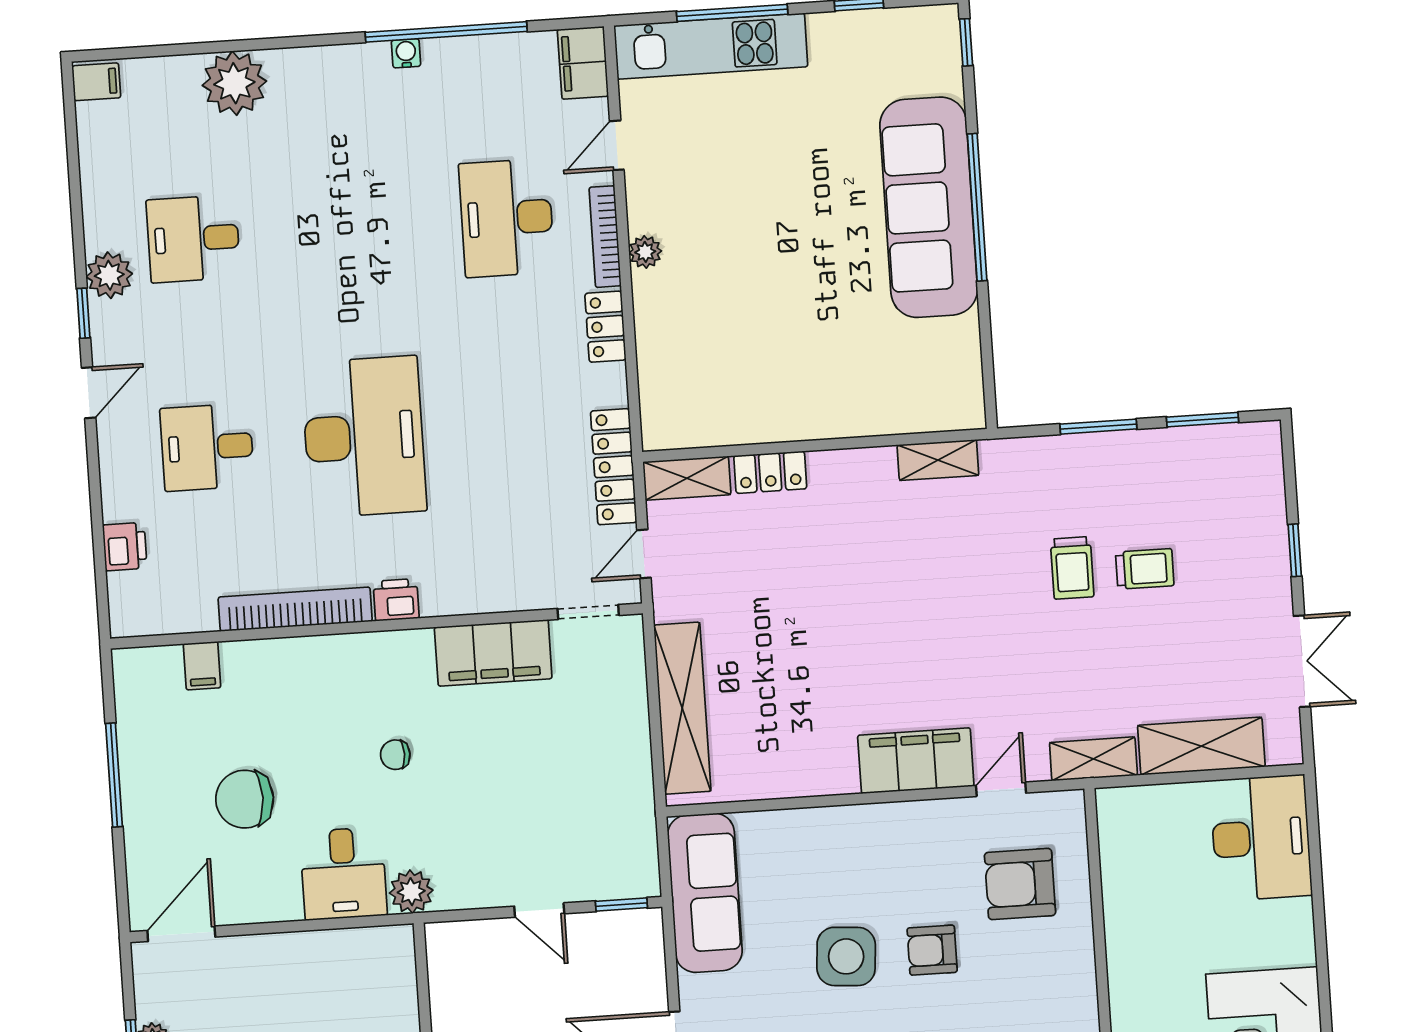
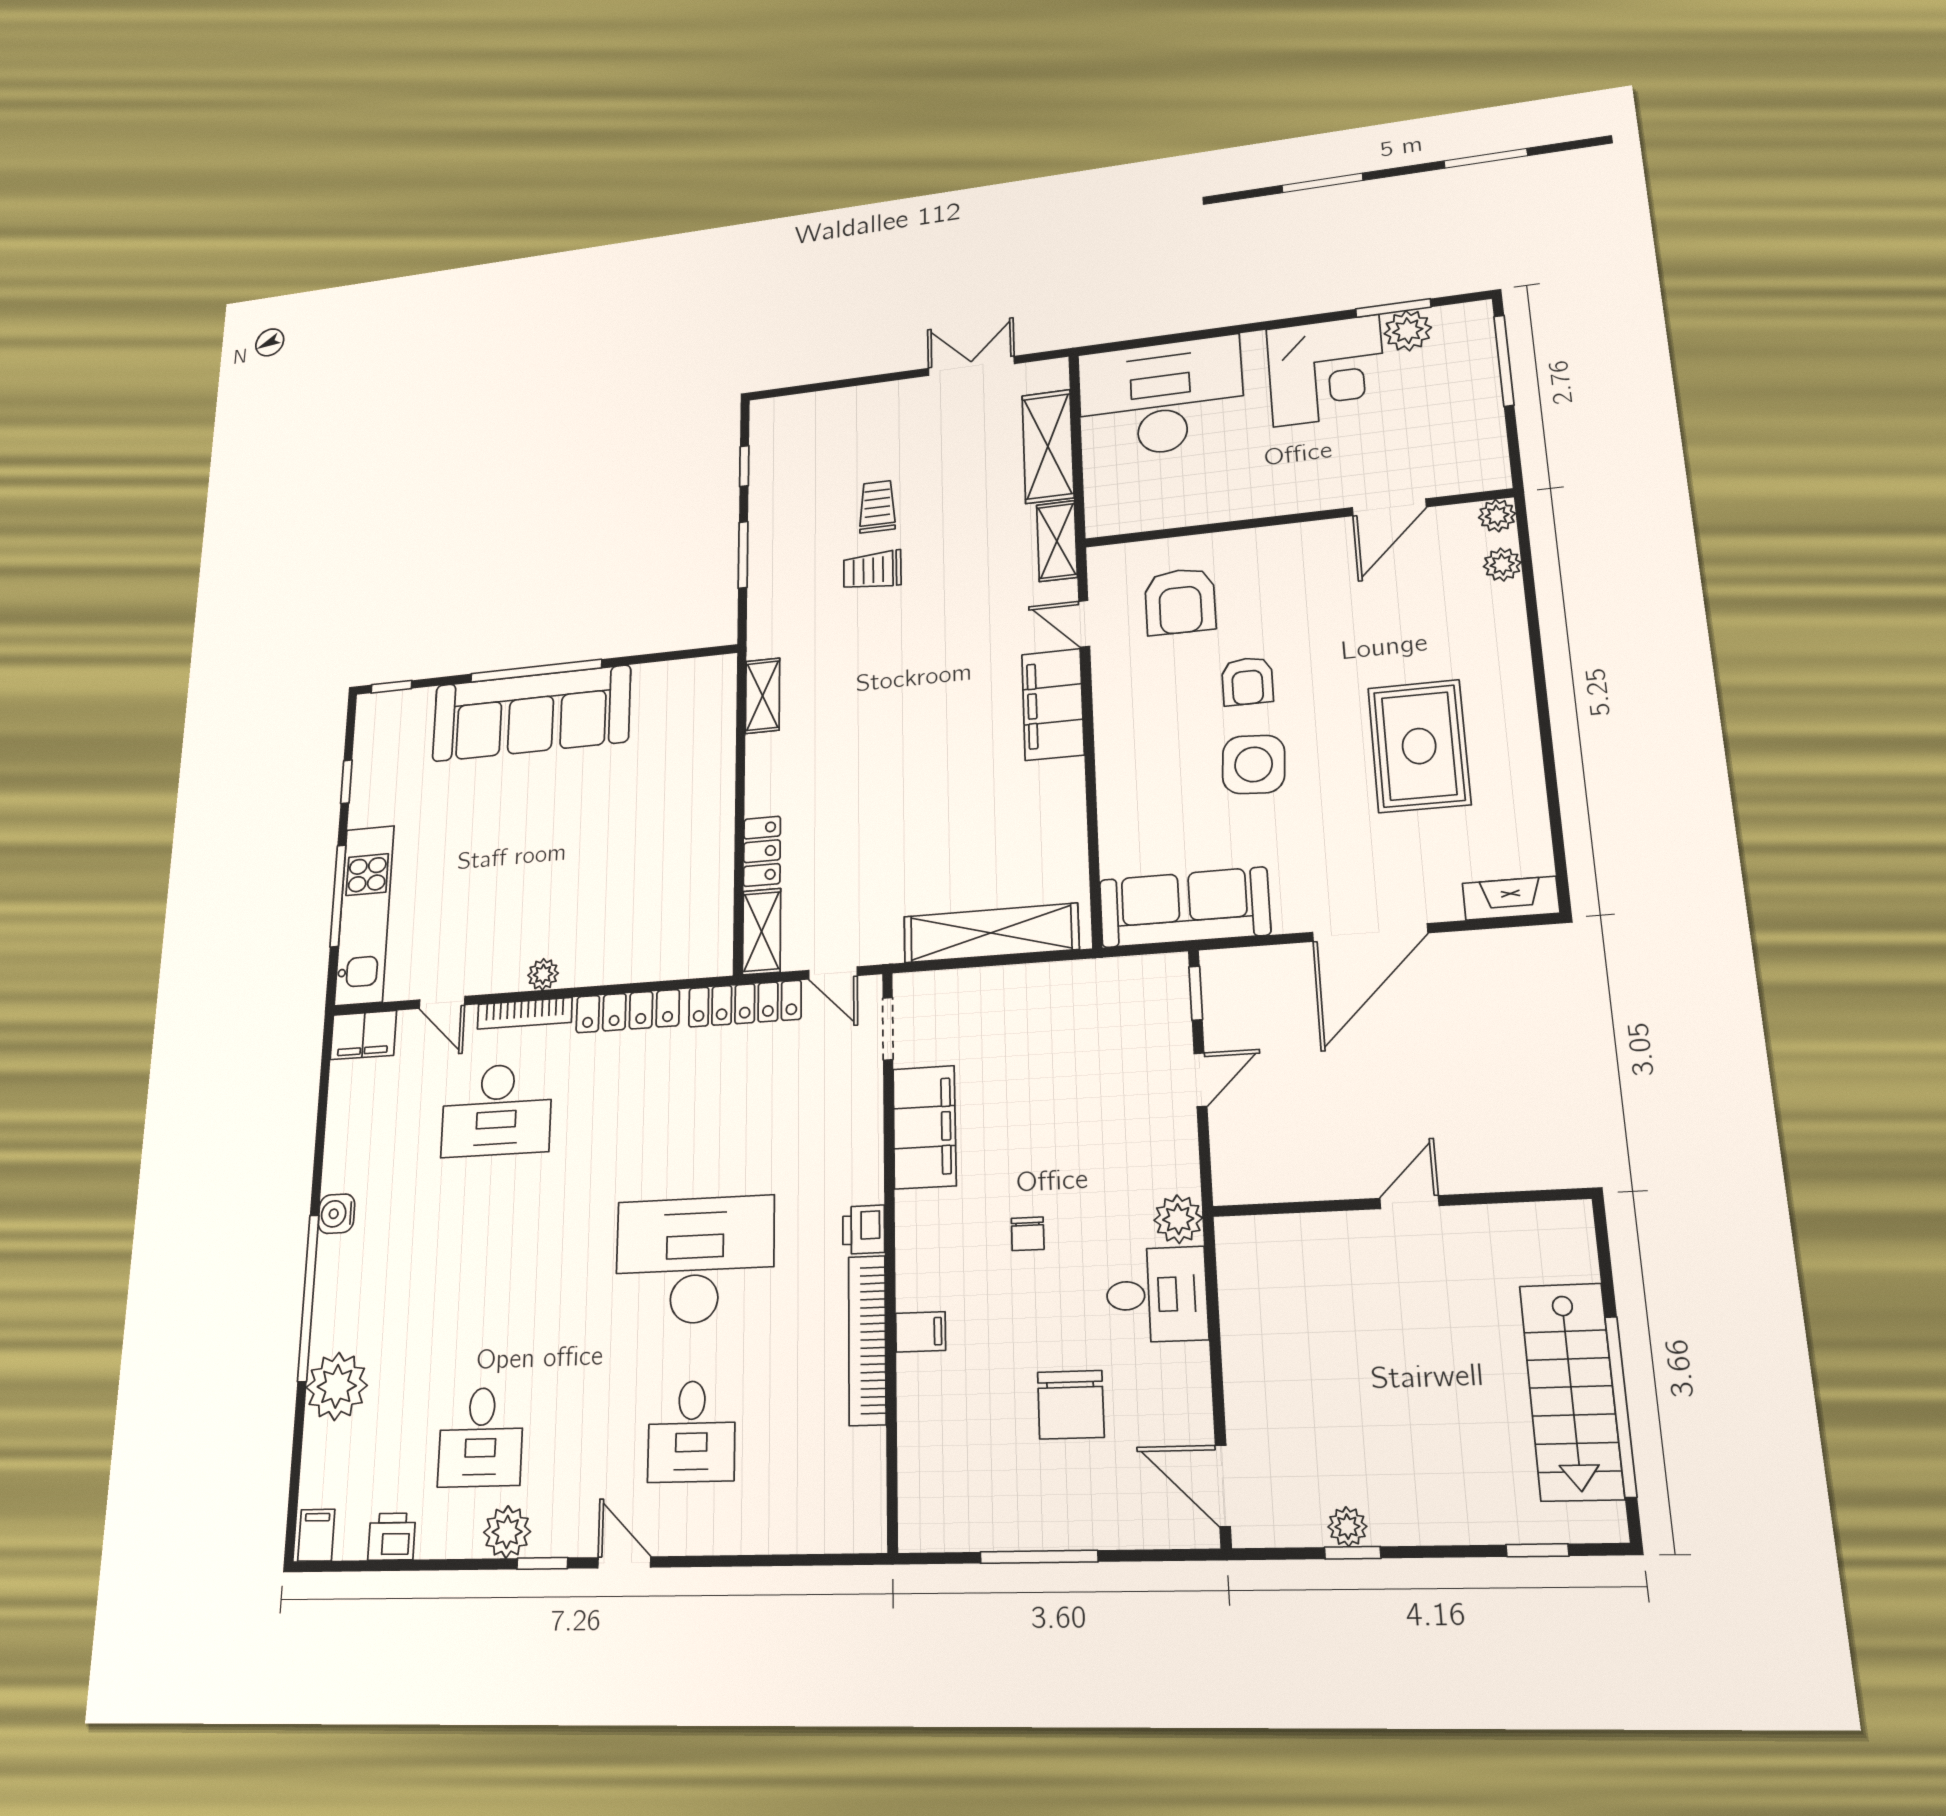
window: (446, 32) -> (308, 1298), moved
water cooler: (406, 53) -> (336, 1214), width x1.38, depth x1.38
locker: (605, 327) -> (628, 1011), width x1.53
window: (1202, 420) -> (744, 466), width x0.67
printer: (125, 547) -> (392, 1537), moved
window: (1295, 550) -> (868, 380), removed
trolley: (1072, 568) -> (872, 570), turned 180
filing cabinet: (202, 666) -> (921, 1332), moved
desk: (1261, 838) -> (1161, 398), width x1.36, depth x1.30

